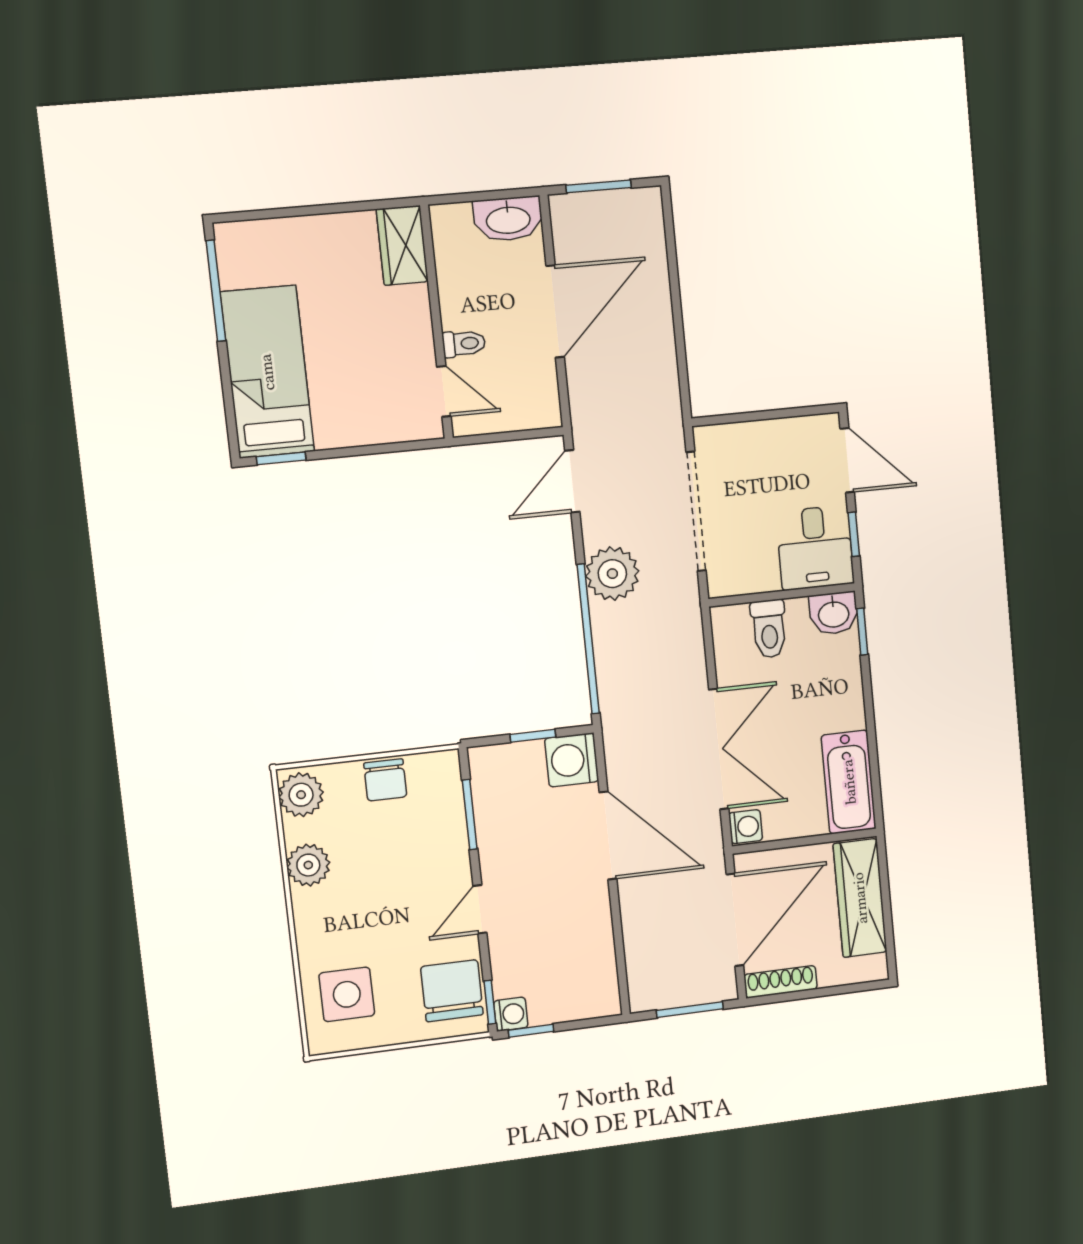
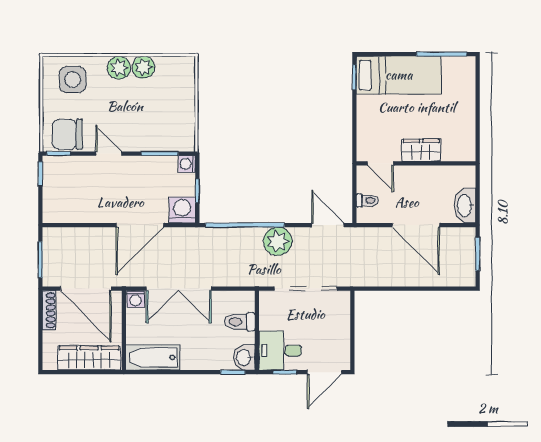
wardrobe: (402, 245) -> (421, 150), moved
toilet: (464, 344) -> (367, 200), moved, turned -90
door: (444, 391) -> (380, 163), hinge flipped
chair: (385, 780) -> (183, 112), removed
plant: (301, 795) -> (119, 68), moved
chair: (452, 991) -> (67, 134), turned 180
washing machine: (511, 1014) -> (187, 164), moved, turned 90

